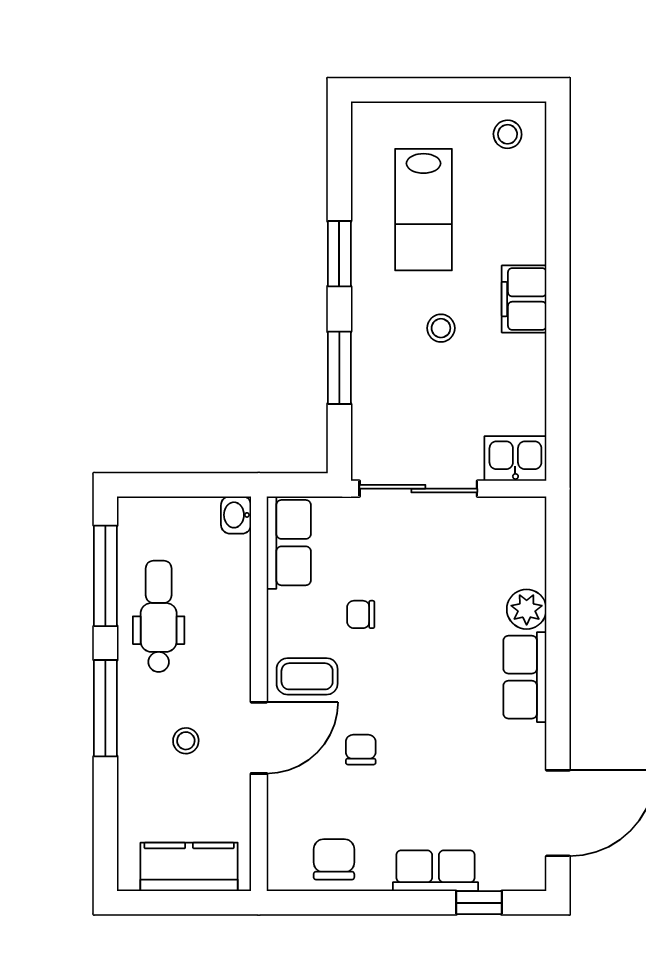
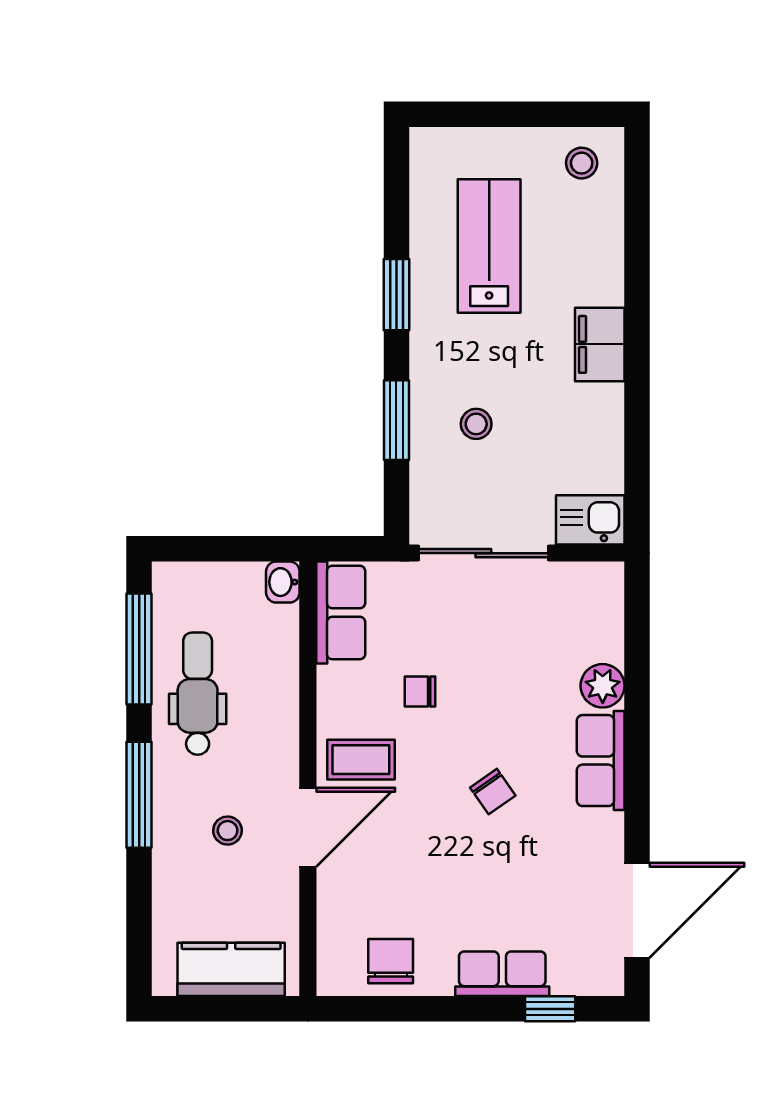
lab bench: (423, 210) -> (489, 246), turned 180
stool: (441, 328) -> (476, 424), moved
chair: (361, 750) -> (493, 792), moved, turned 145

